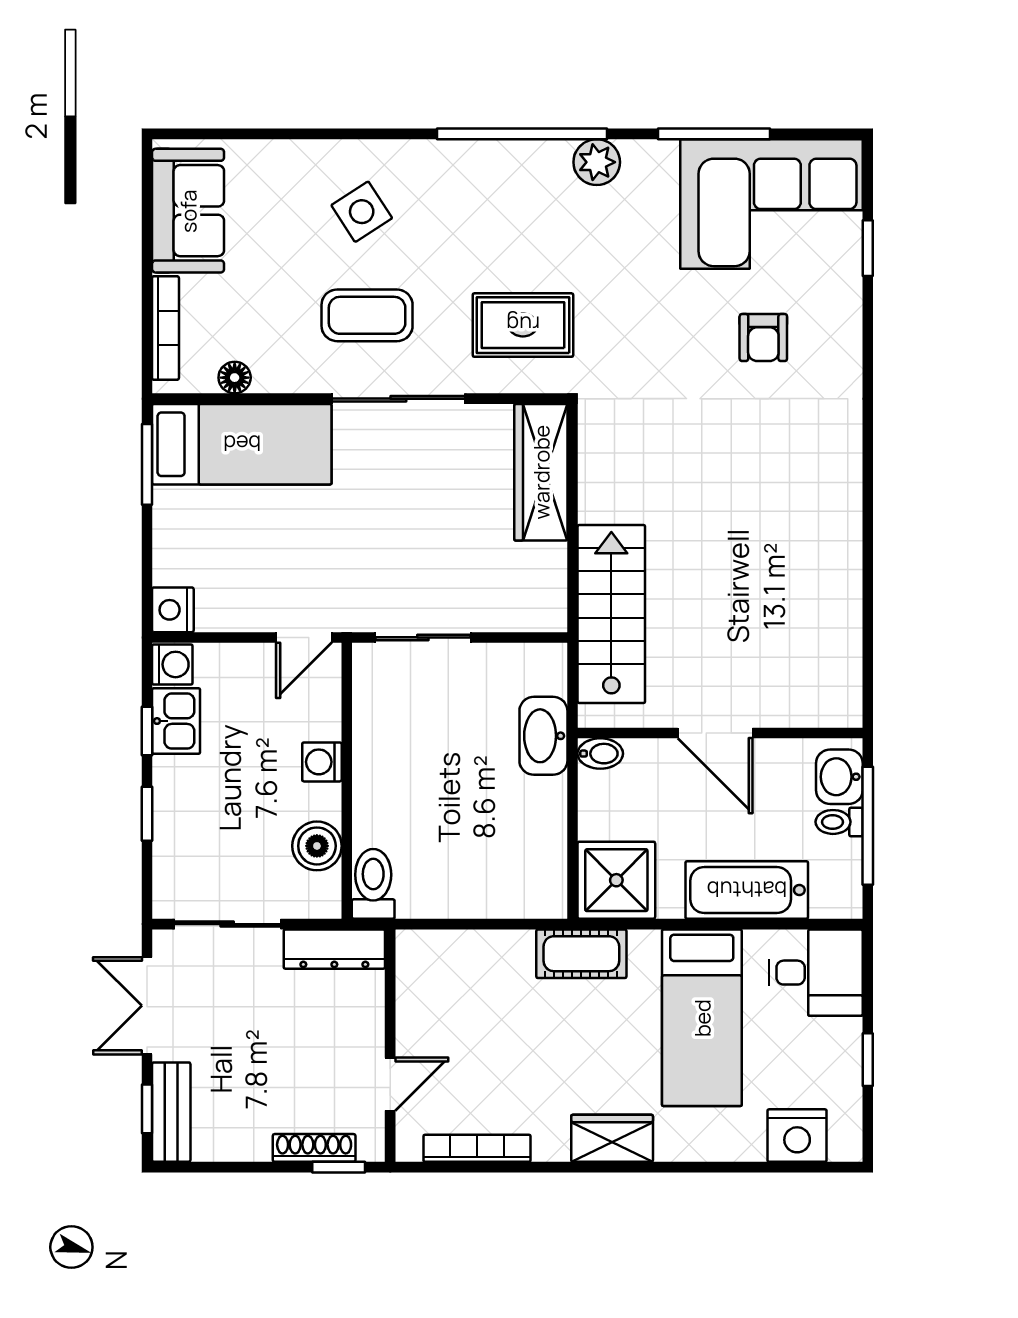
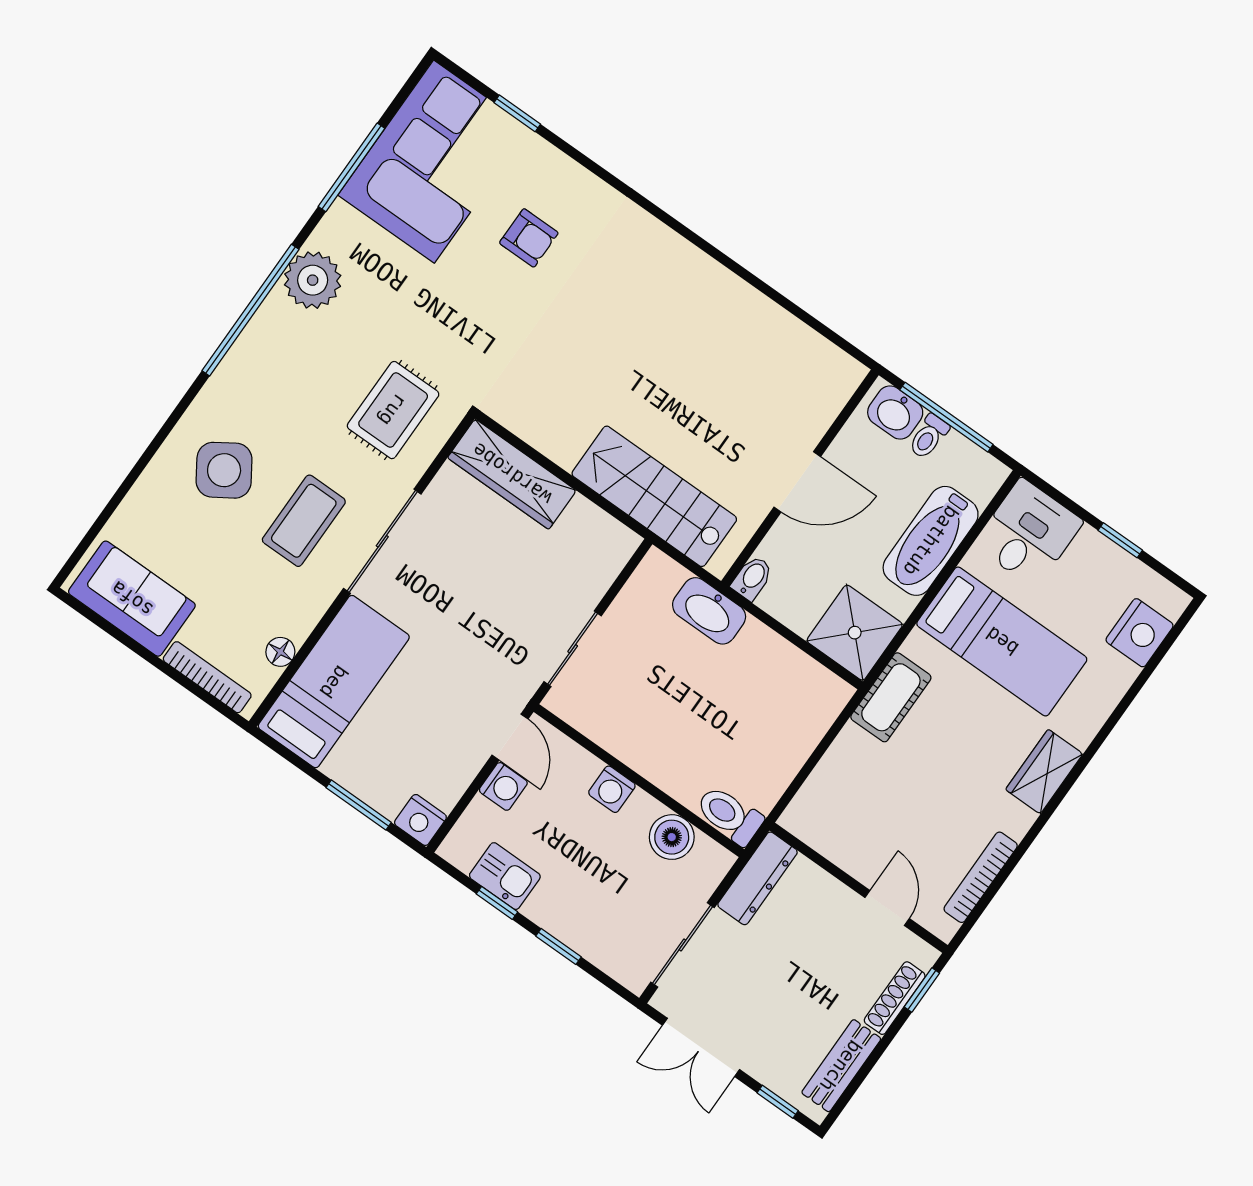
plant: (597, 162) -> (313, 280), width x1.36, depth x1.36
side table: (362, 212) -> (224, 470), width x1.37, depth x1.37
window: (147, 464) -> (359, 805), moved
washing machine: (172, 664) -> (503, 786), moved, turned 90
bench: (171, 1112) -> (841, 1066), moved, turned 90

